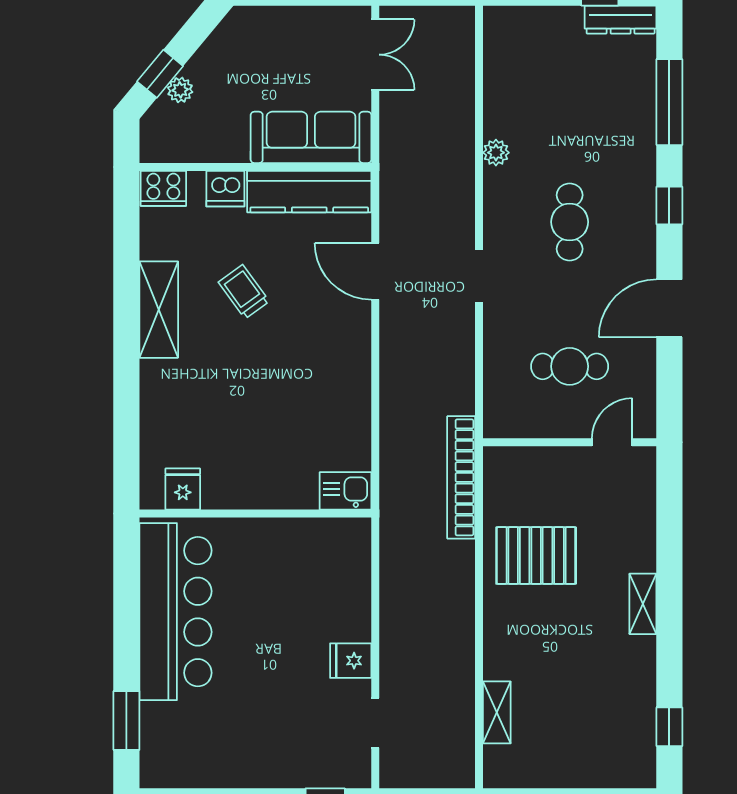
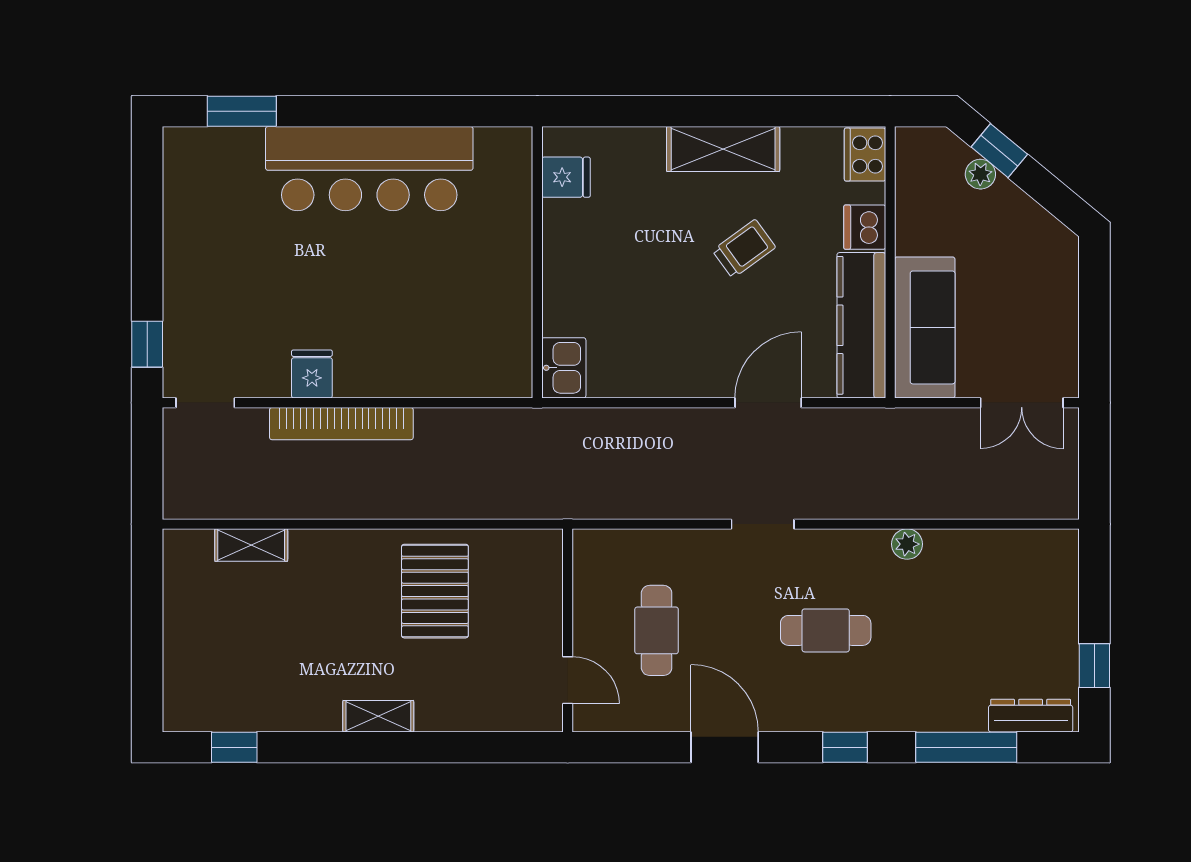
dresser: (621, 20) -> (1031, 716), moved, turned 90
bookcase: (461, 477) -> (341, 424), moved, turned 180
fridge: (183, 489) -> (566, 177), moved
kitchen sink: (345, 491) -> (564, 368), moved
wall: (255, 514) -> (537, 262), moved
doorway: (375, 723) -> (205, 403), moved

